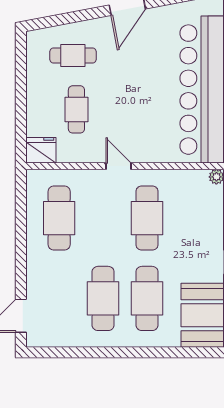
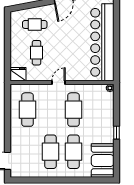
door: (119, 166) -> (59, 82), hinge flipped

